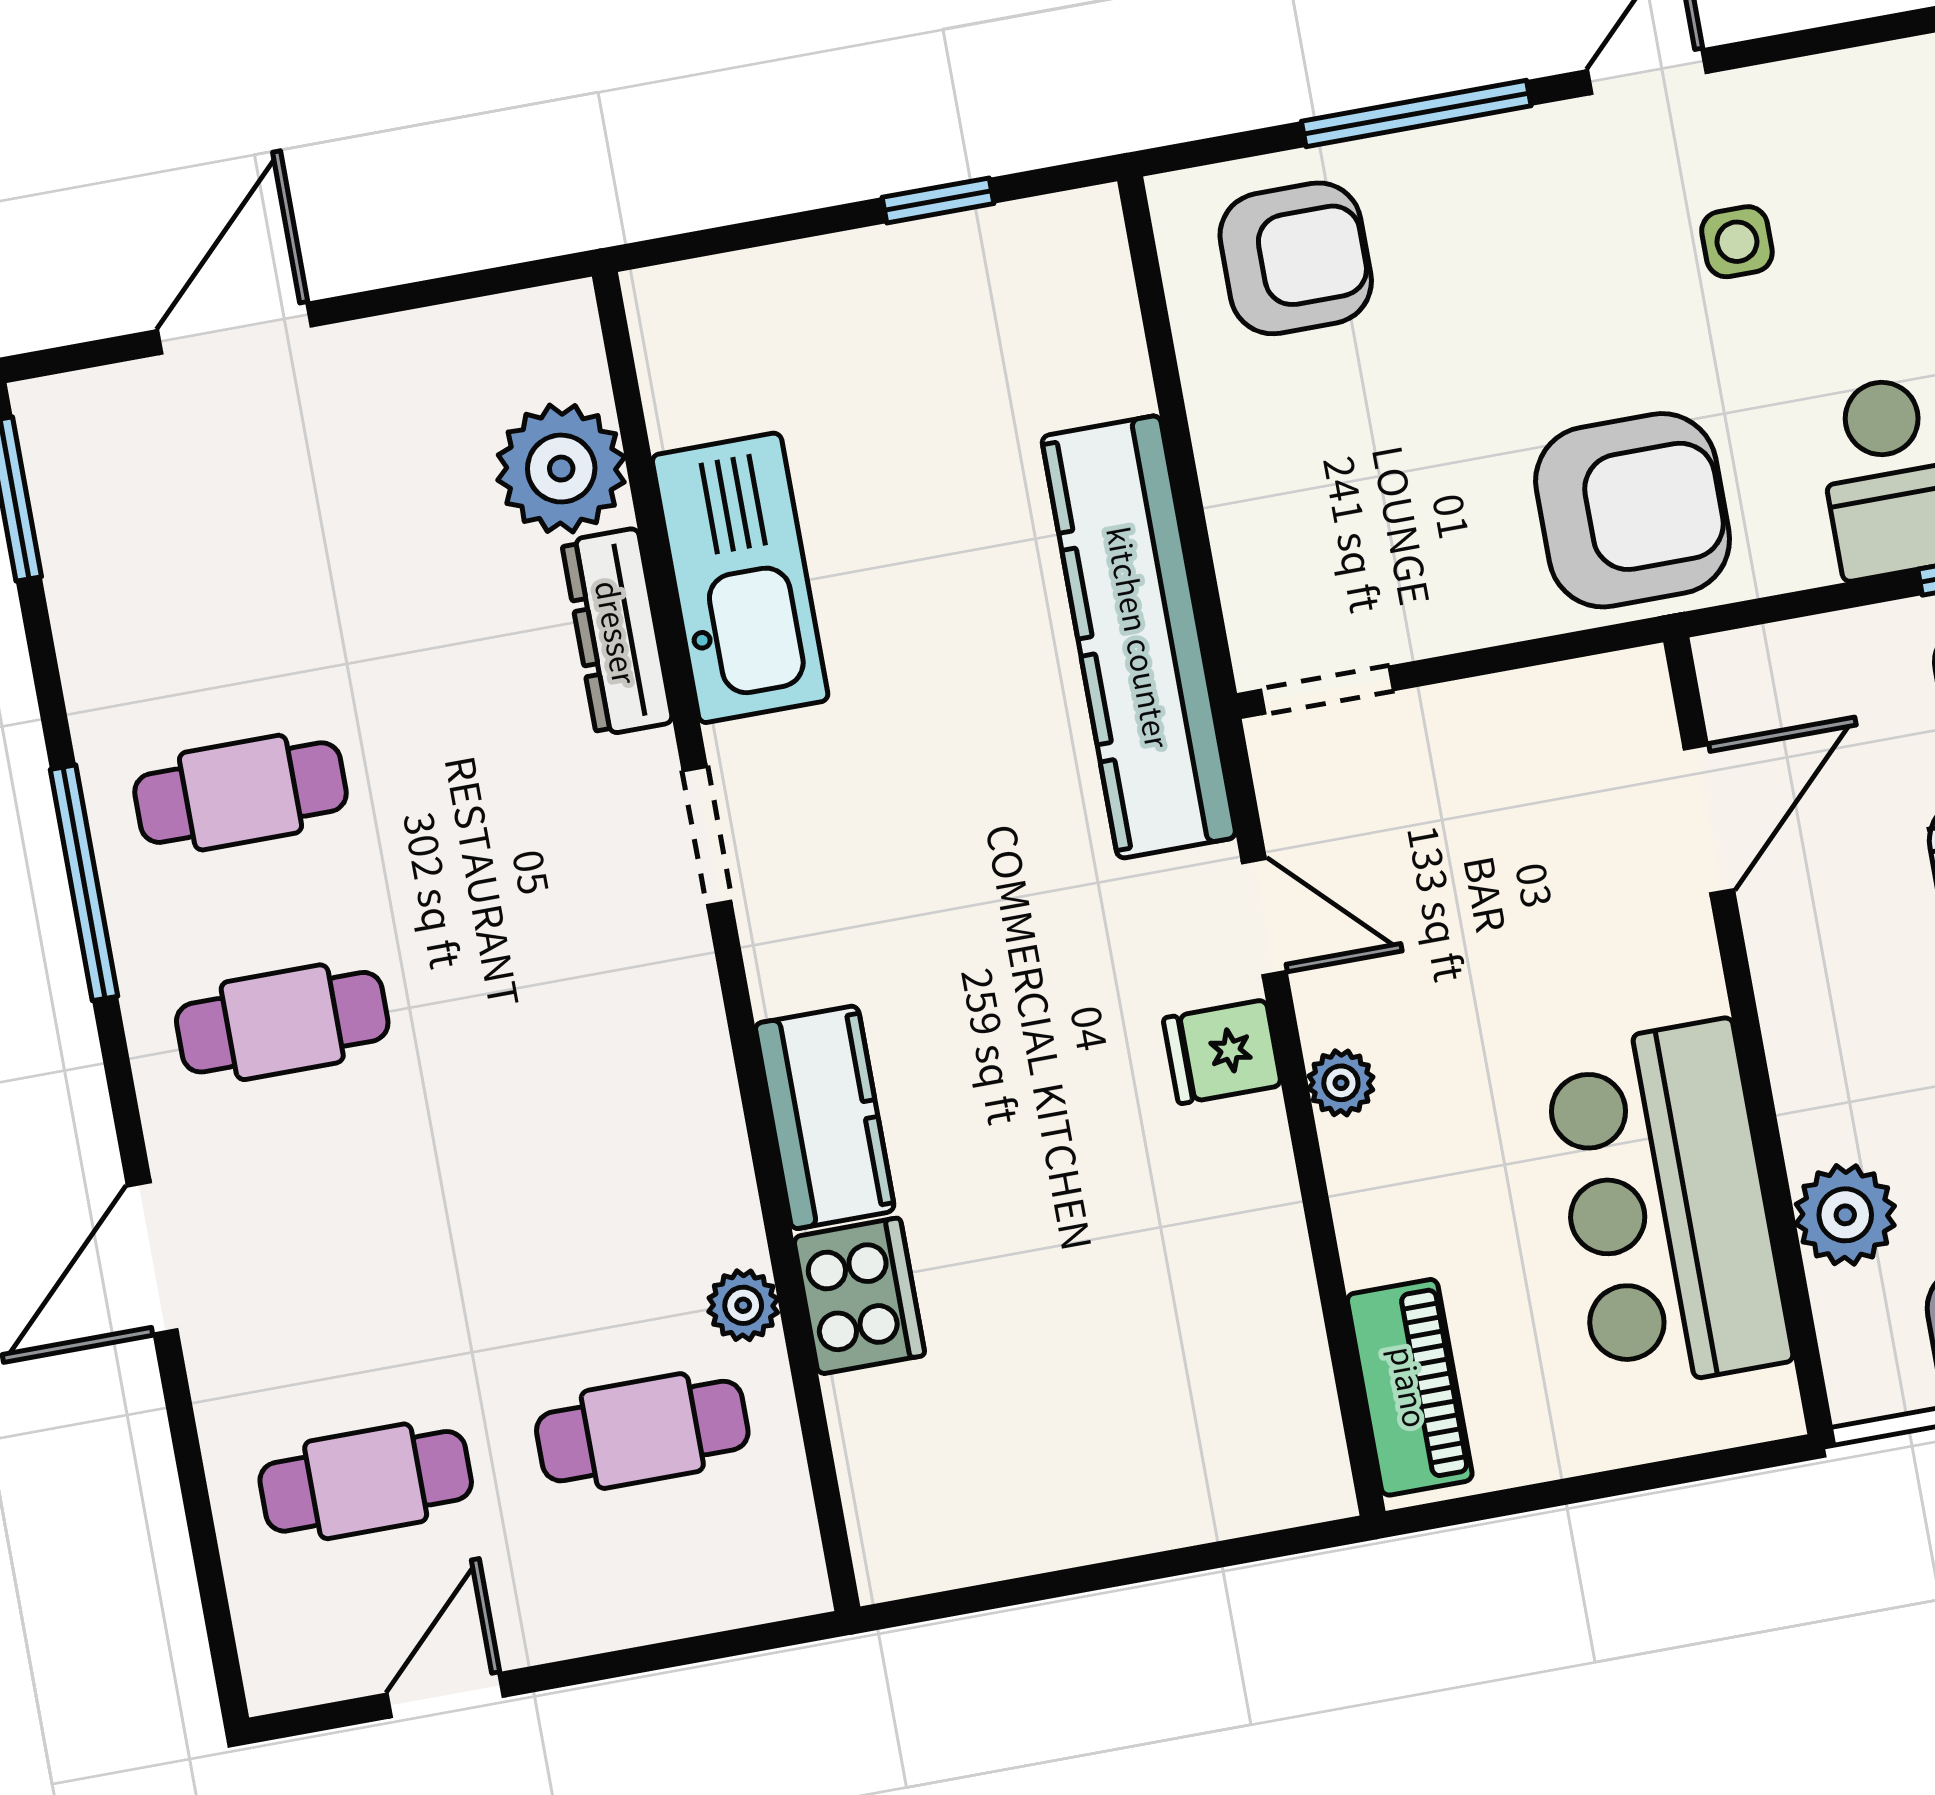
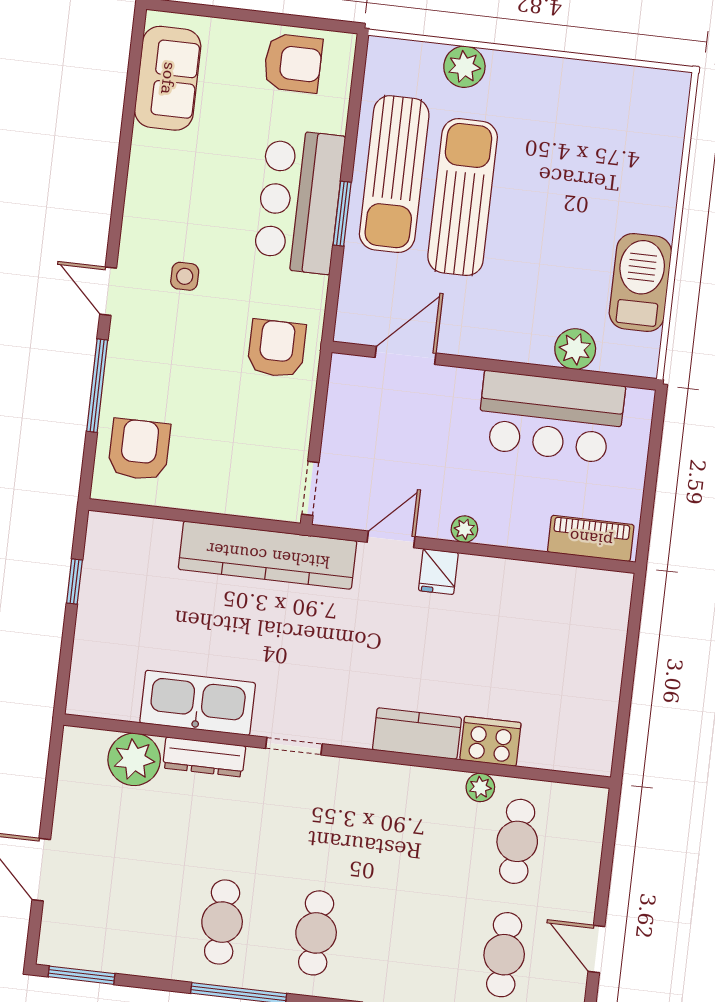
armchair: (1633, 510) -> (277, 348), width x0.73, depth x0.73
door: (1709, 819) -> (405, 355), hinge flipped

